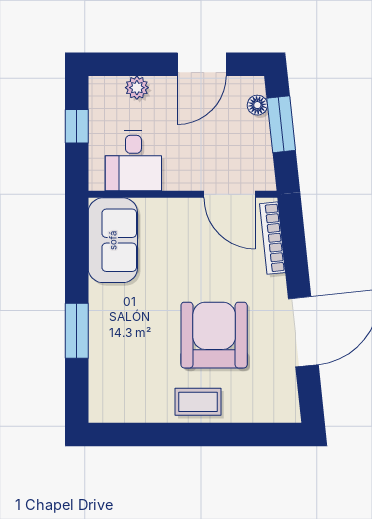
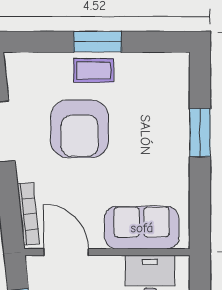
sofa: (113, 240) -> (142, 228), moved, turned 90
window: (194, 434) -> (97, 42), added

